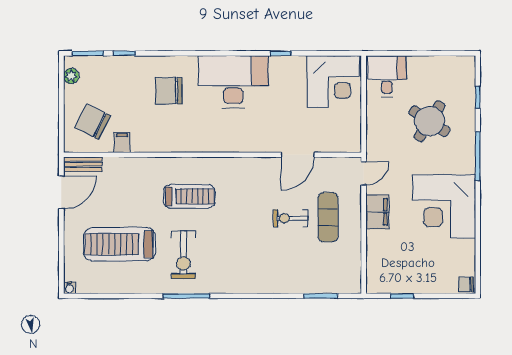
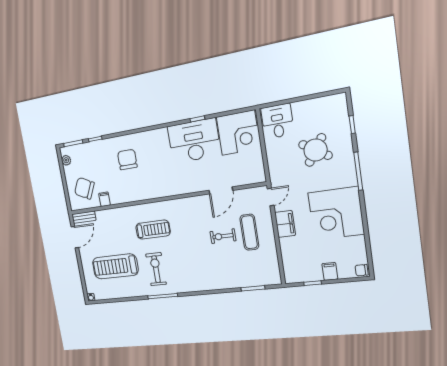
desk: (233, 82) -> (194, 141), moved
chair: (169, 91) -> (127, 159), turned 90
exercise bike: (183, 255) -> (156, 269), turned 180
filing cabinet: (426, 282) -> (330, 271), added

